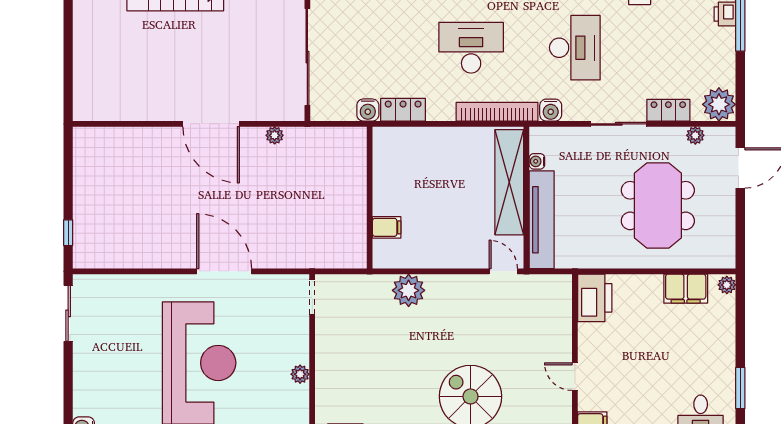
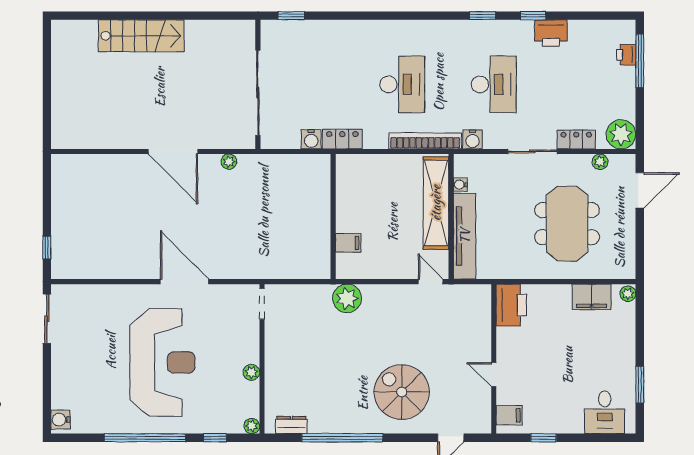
desk: (471, 48) -> (402, 84), turned 90
wall: (370, 198) -> (333, 217), moved
filing cabinet: (387, 227) -> (348, 243), moved

